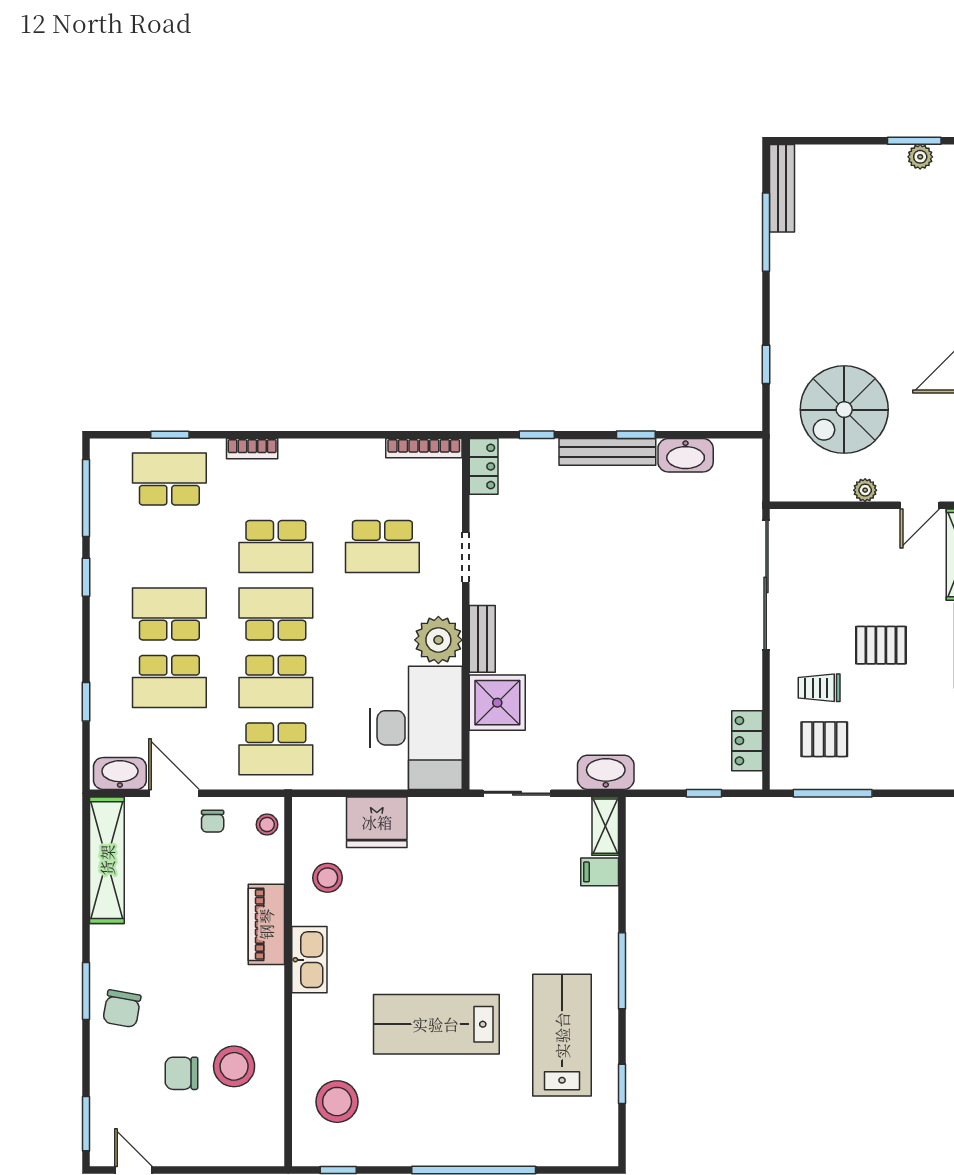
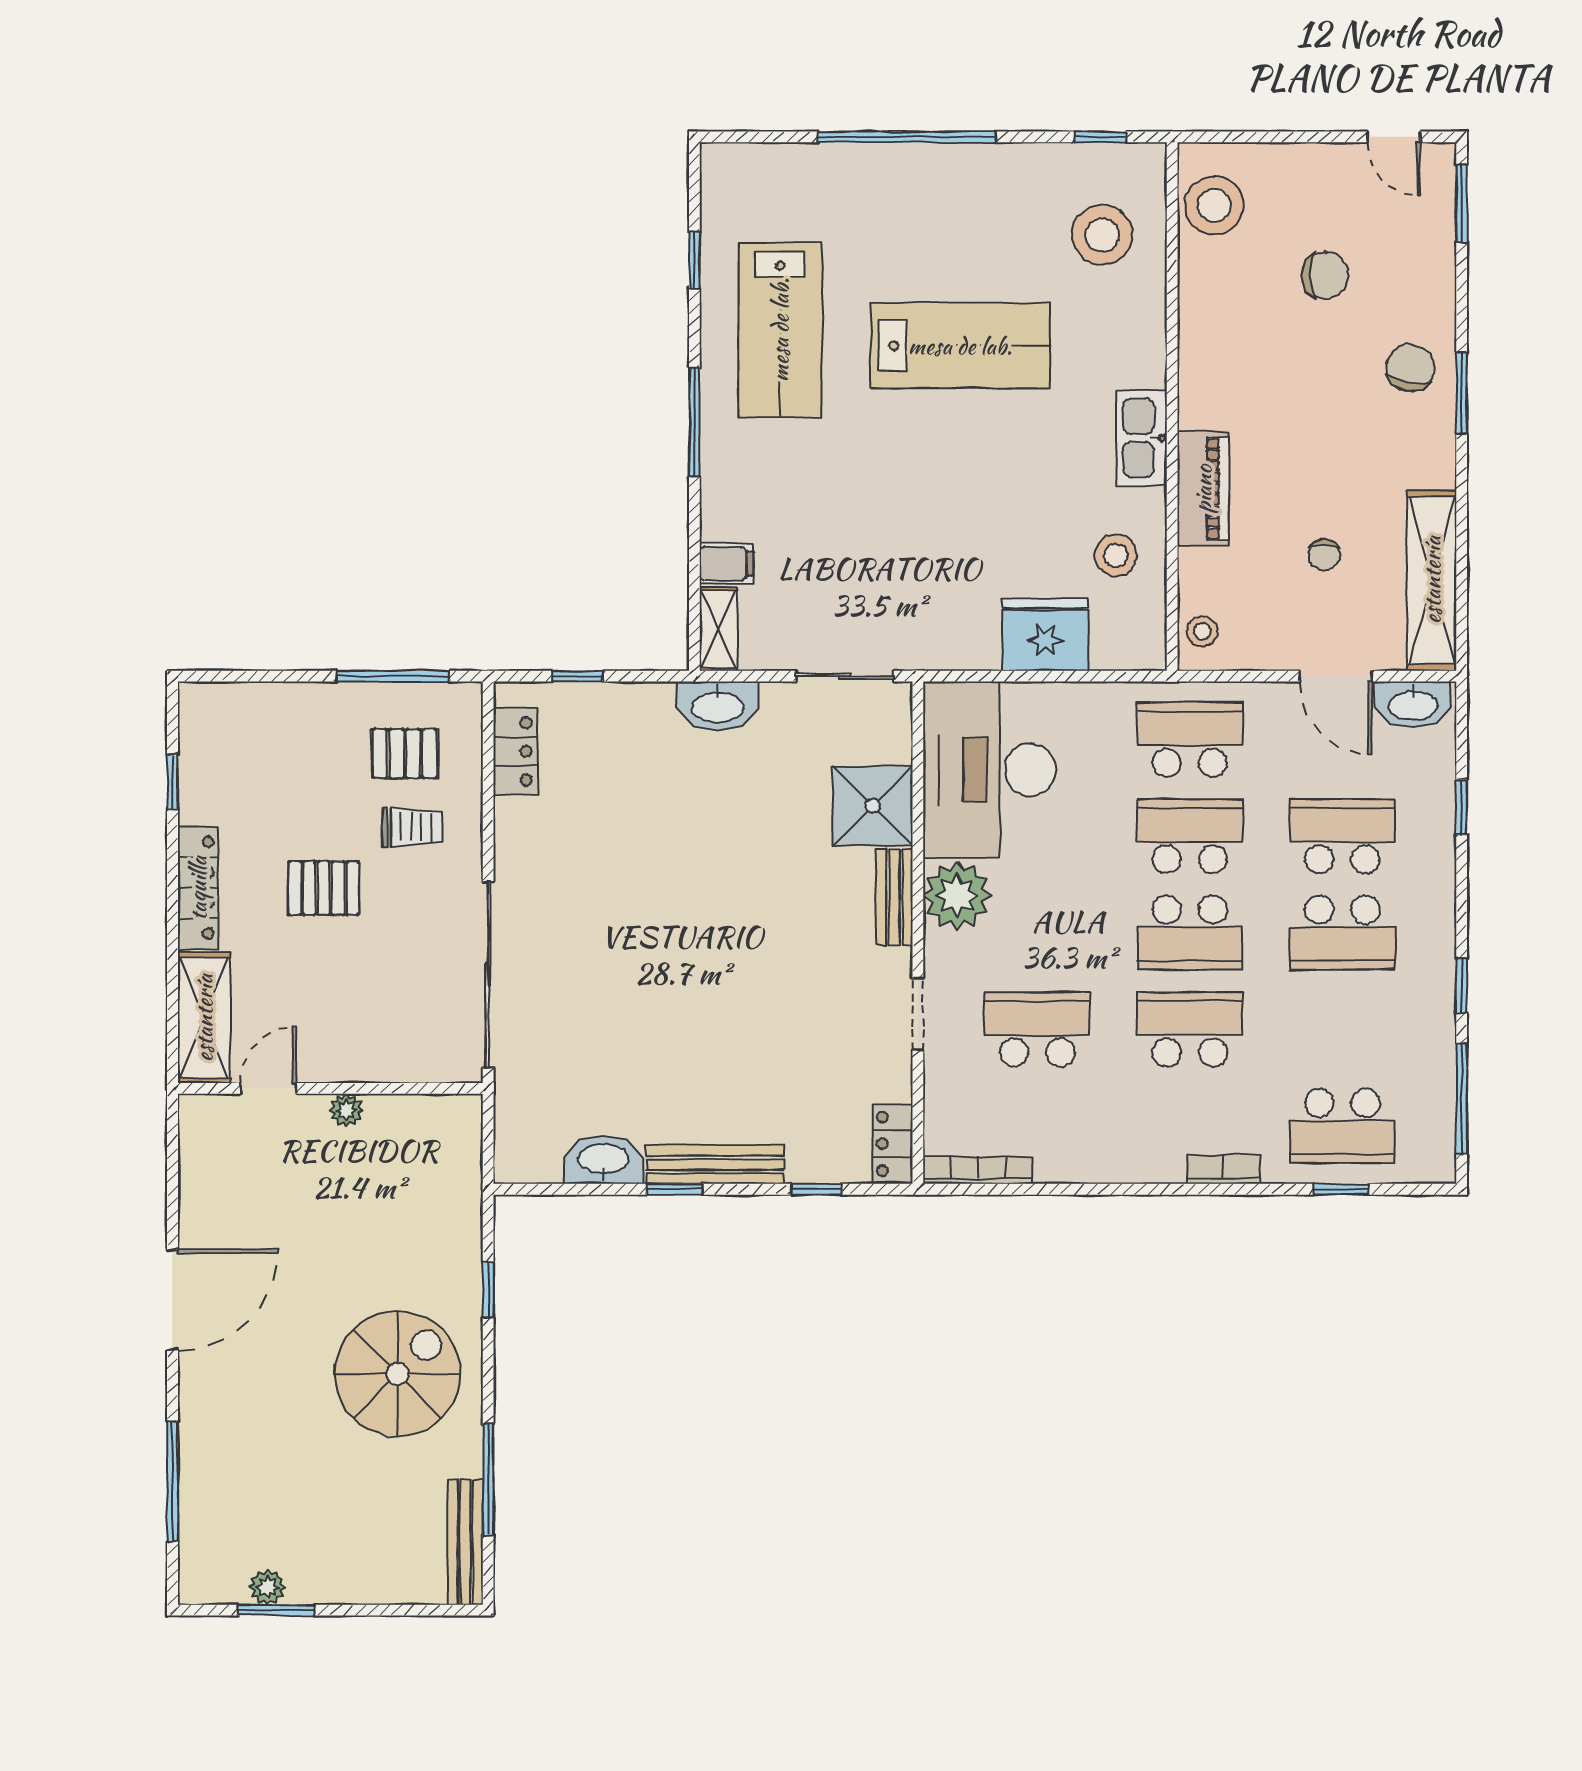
spiral stairs: (844, 410) -> (397, 1374), moved
chair: (213, 821) -> (1324, 555), moved, turned 180
stool: (234, 1066) -> (1214, 205), moved

